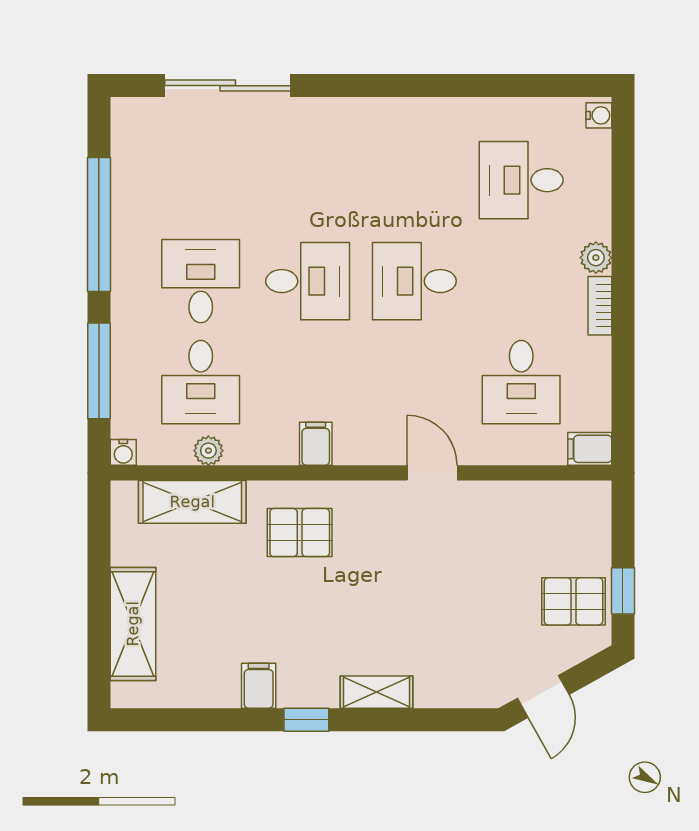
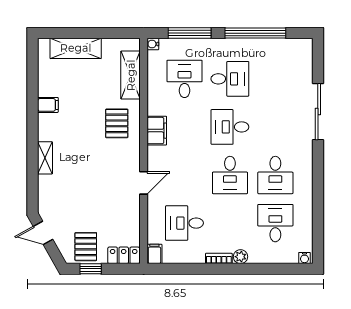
sliding door: (228, 86) -> (318, 112), moved
desk: (414, 180) -> (275, 175), added
desk: (308, 281) -> (230, 127), turned 90
desk: (414, 281) -> (230, 175), turned 180
desk: (201, 382) -> (185, 79), turned 90
filing cabinet: (316, 444) -> (157, 131), width x2.00
plant: (208, 451) -> (154, 82), removed
locker: (593, 517) -> (124, 255), added
window: (306, 720) -> (33, 126), removed

